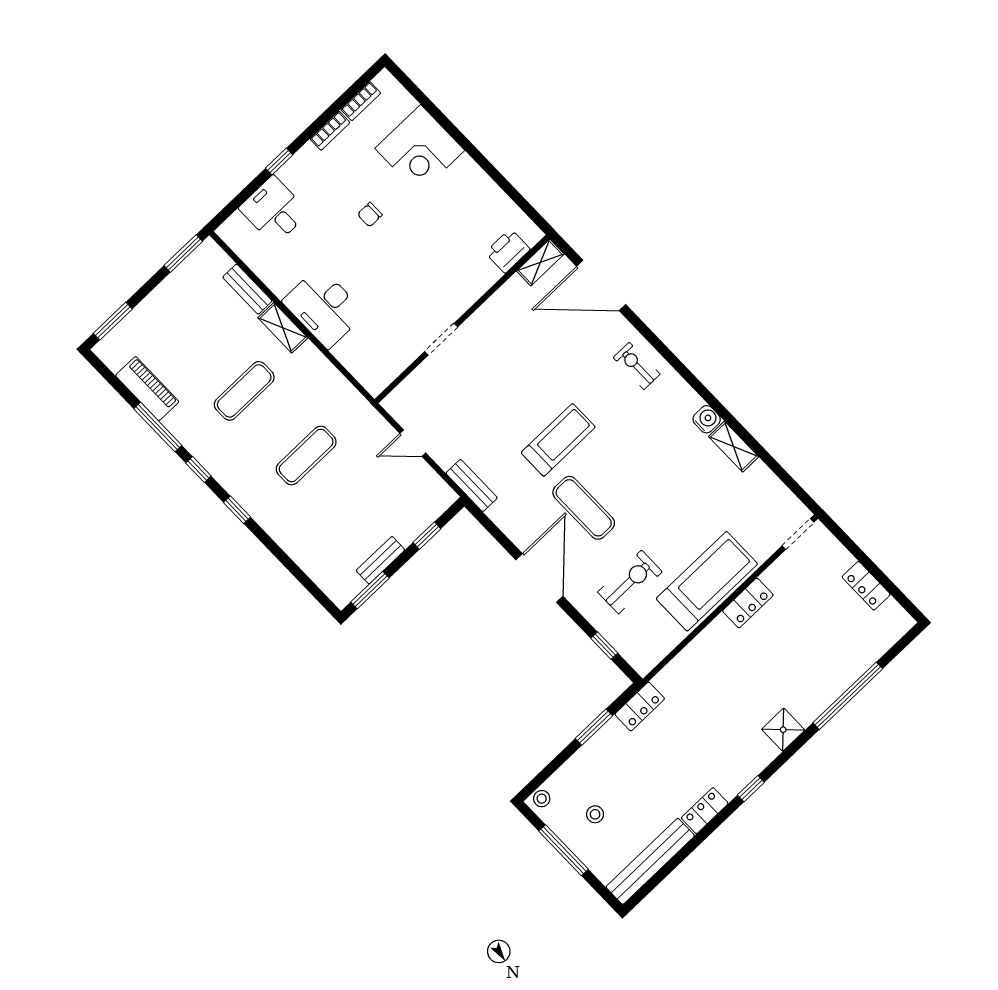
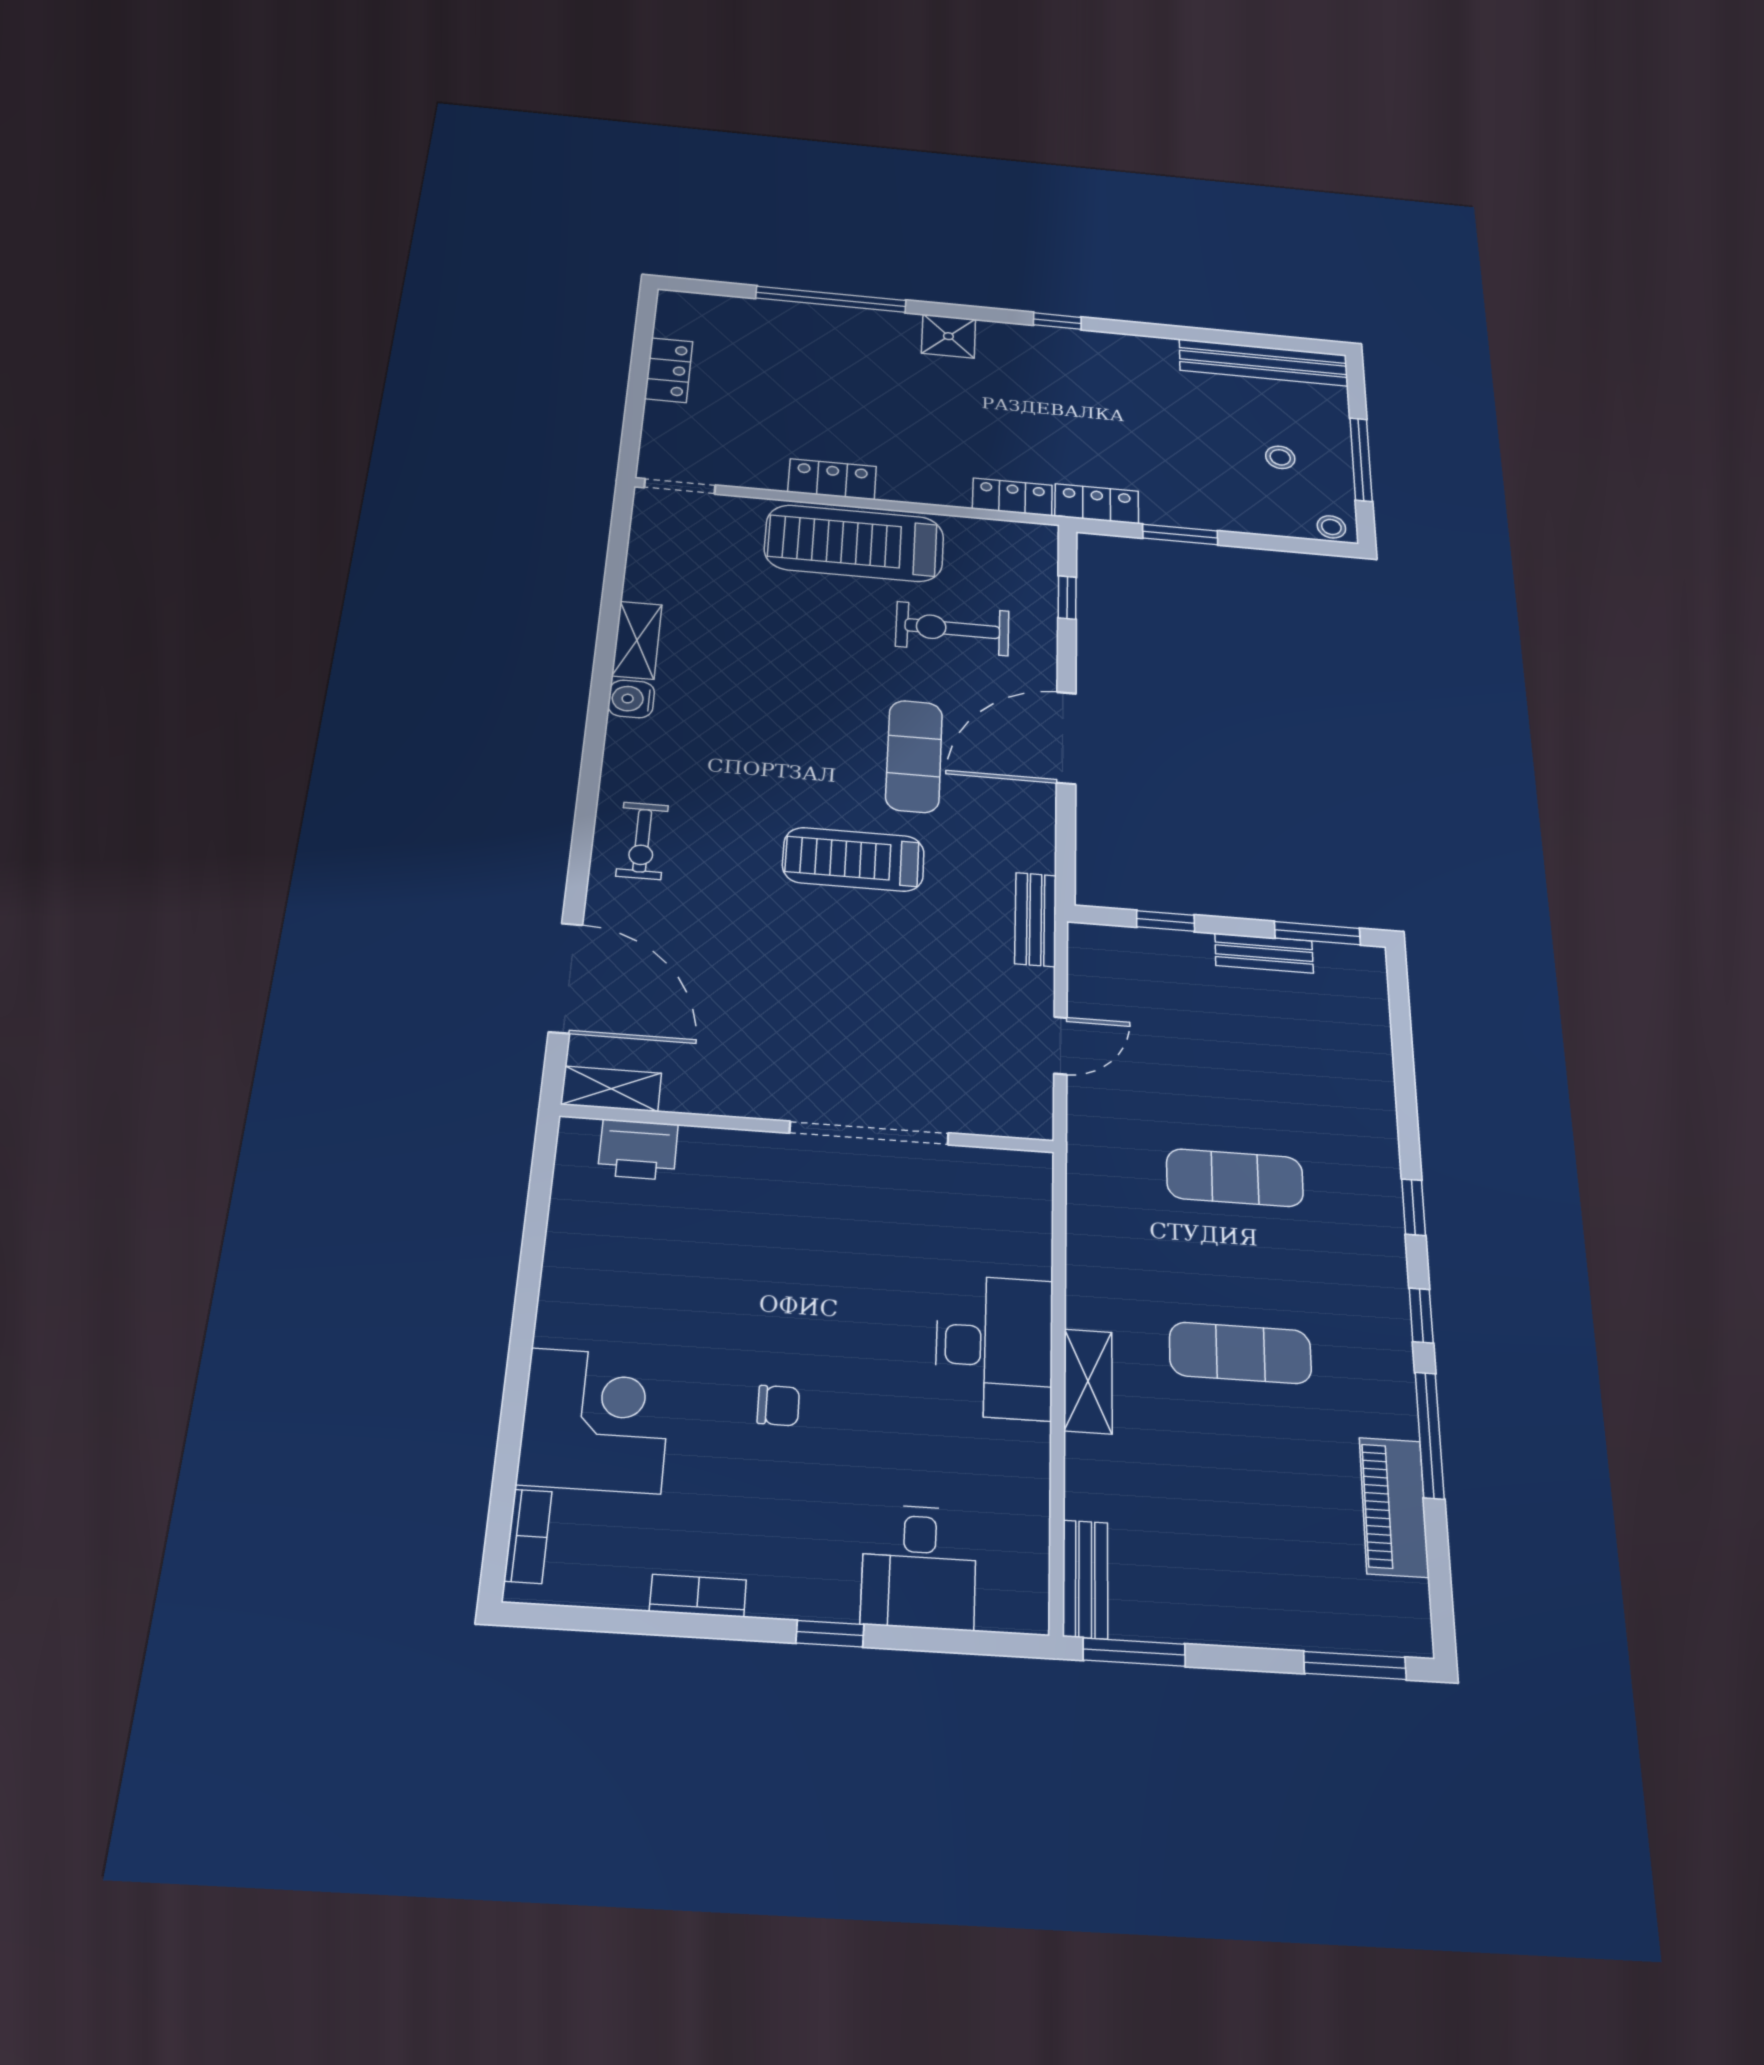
bookcase: (361, 101) -> (528, 1536), moved, turned 90
bench: (247, 289) -> (1085, 1579), moved
doorway: (441, 339) -> (869, 1133), width x1.88
door: (413, 443) -> (1060, 1046), hinge flipped
locker: (705, 811) -> (1012, 497), moved, turned 180

